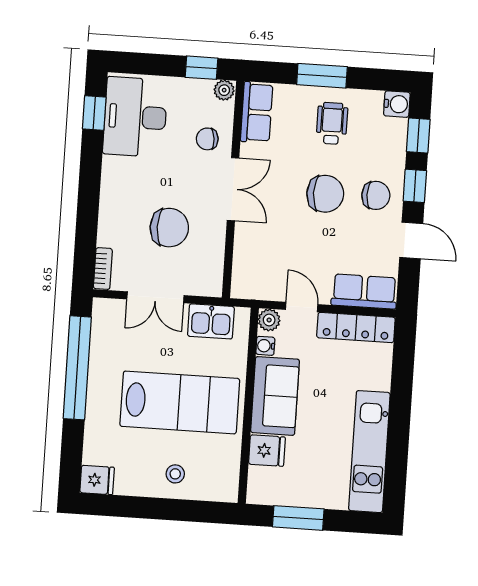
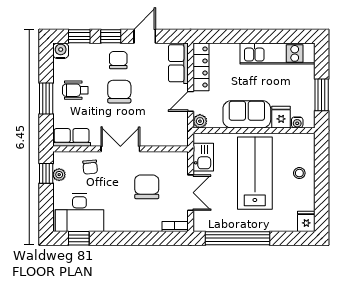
plant: (224, 90) -> (59, 175), moved
water cooler: (265, 346) -> (297, 122), moved

